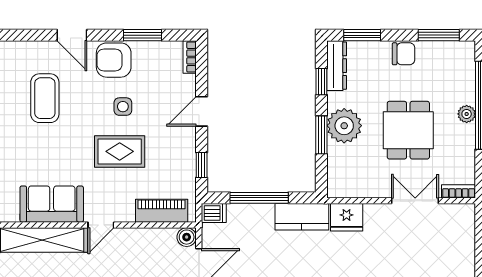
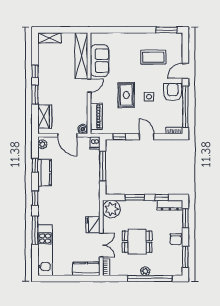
window: (143, 35) -> (185, 107), width x2.11
plant: (344, 126) -> (111, 209), moved
kitchen counter: (302, 217) -> (86, 269), moved, turned 90
fridge: (347, 217) -> (93, 225), moved
door: (101, 225) -> (89, 86), swing flipped

